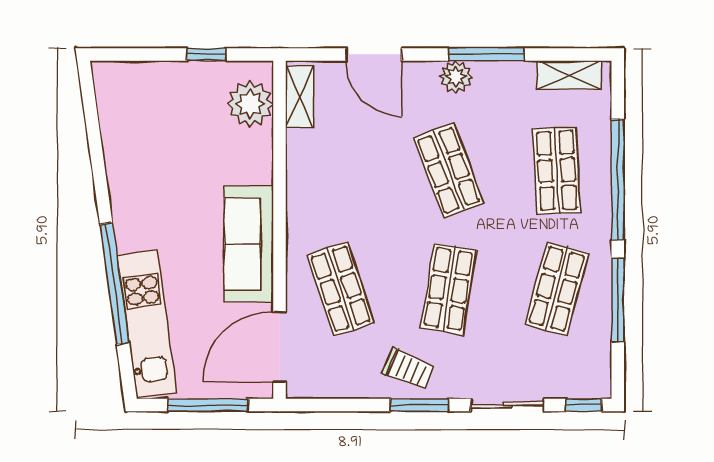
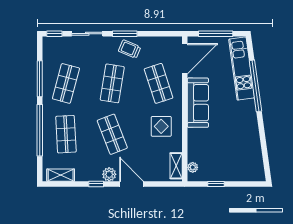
door: (374, 54) -> (131, 184), moved
window: (486, 54) -> (96, 184), width x0.46
plant: (250, 104) -> (193, 167), width x0.53, depth x0.53
display table: (334, 189) -> (161, 126), added

